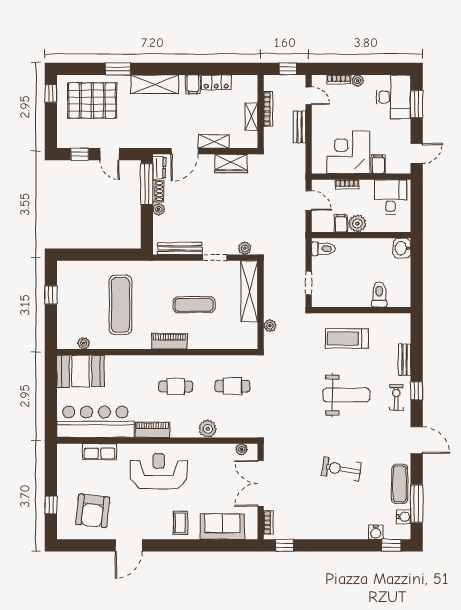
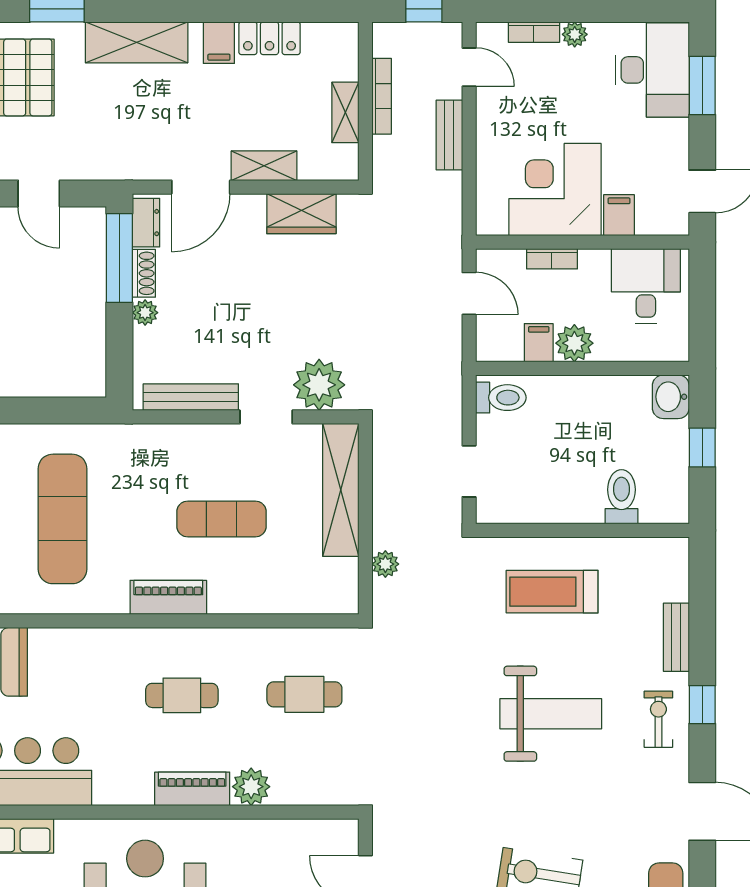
plant: (245, 248) -> (319, 385), width x1.87, depth x1.87
window: (417, 272) -> (702, 448), added
piano: (153, 430) -> (192, 789), moved
plant: (242, 449) -> (324, 831), removed

